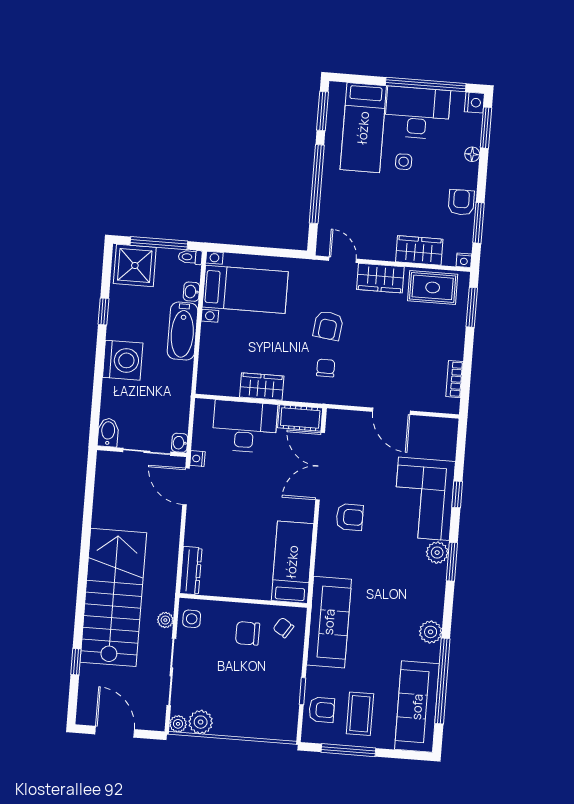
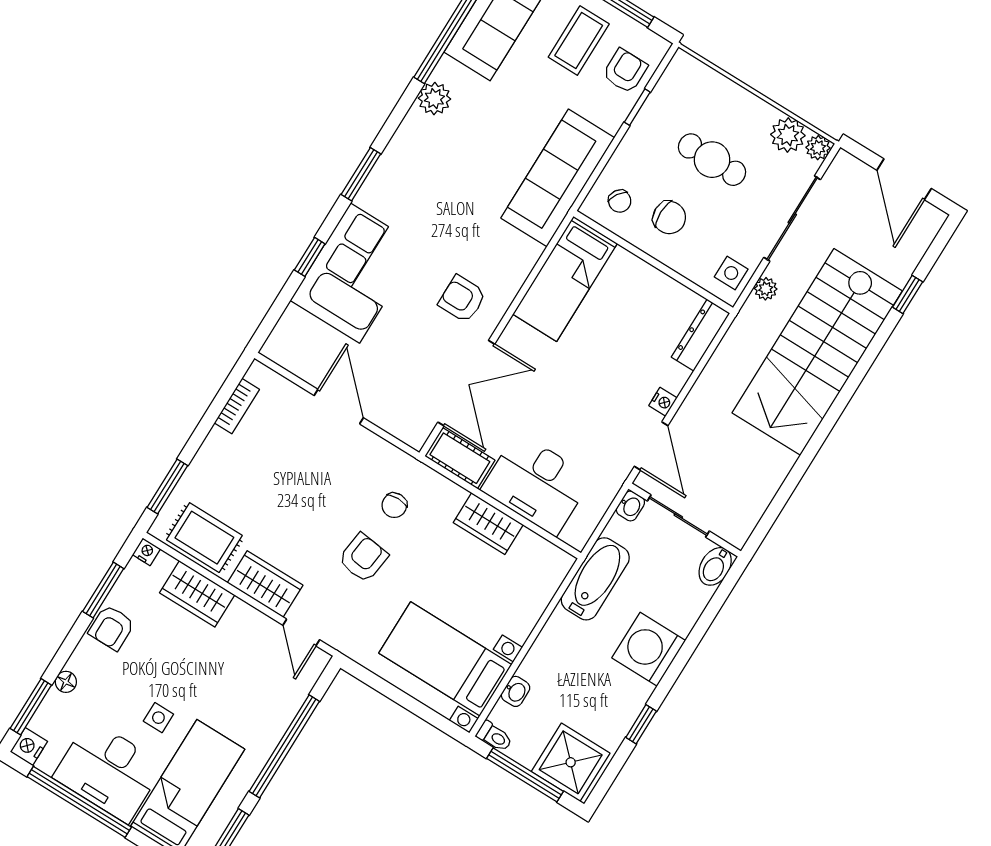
bathtub: (182, 331) -> (595, 579), moved
nightstand: (197, 459) -> (663, 402), moved
plant: (437, 553) -> (374, 196), removed
cafe table: (240, 683) -> (712, 160), added
armchair: (322, 710) -> (625, 71), turned 90

